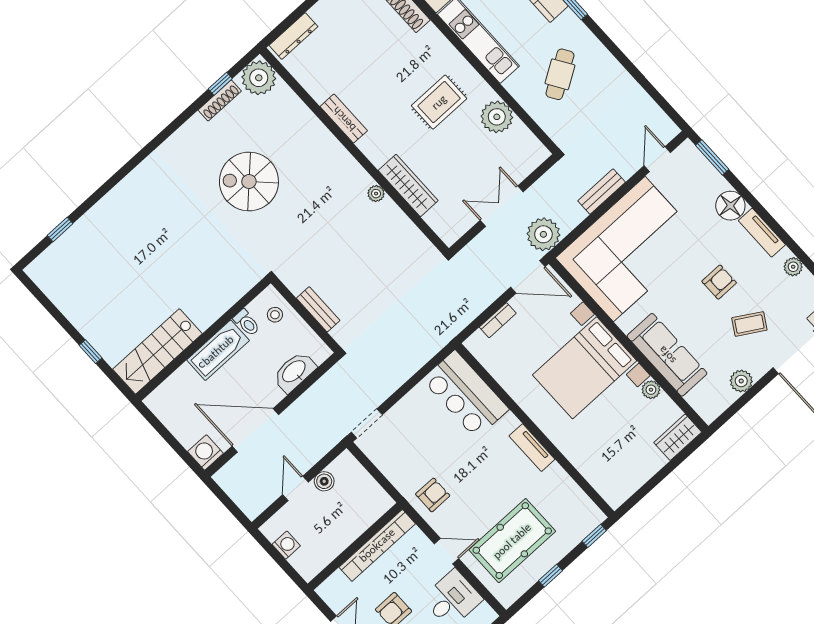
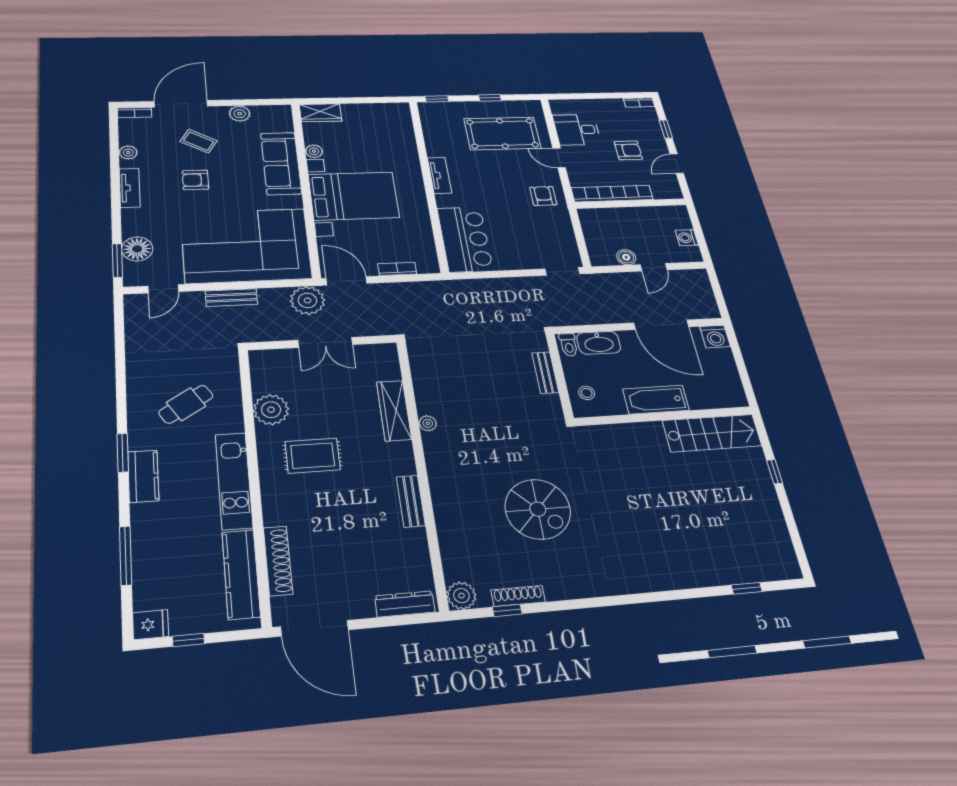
plant: (259, 78) -> (461, 596), width x0.73, depth x0.73
floor lamp: (730, 206) -> (137, 249), moved
toilet: (247, 323) -> (569, 345), moved, turned 180
armchair: (433, 495) -> (543, 196), turned 90

